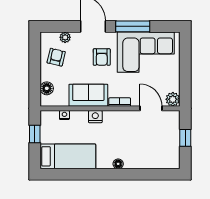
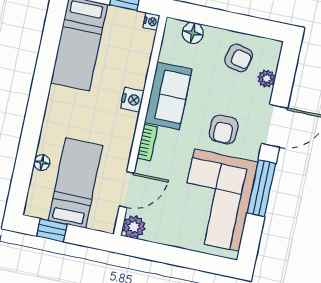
armchair: (102, 57) -> (224, 129), turned -90
nightstand: (64, 115) -> (151, 21), moved
window: (185, 138) -> (52, 230), moved
bed: (153, 141) -> (75, 183), added
floor lamp: (118, 164) -> (42, 162), moved

